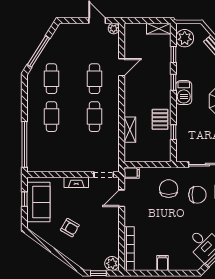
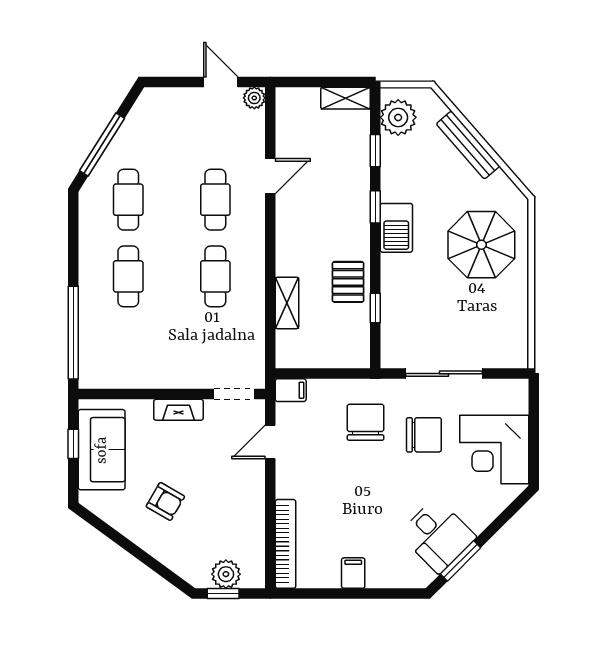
plant: (112, 263) -> (226, 574), moved

